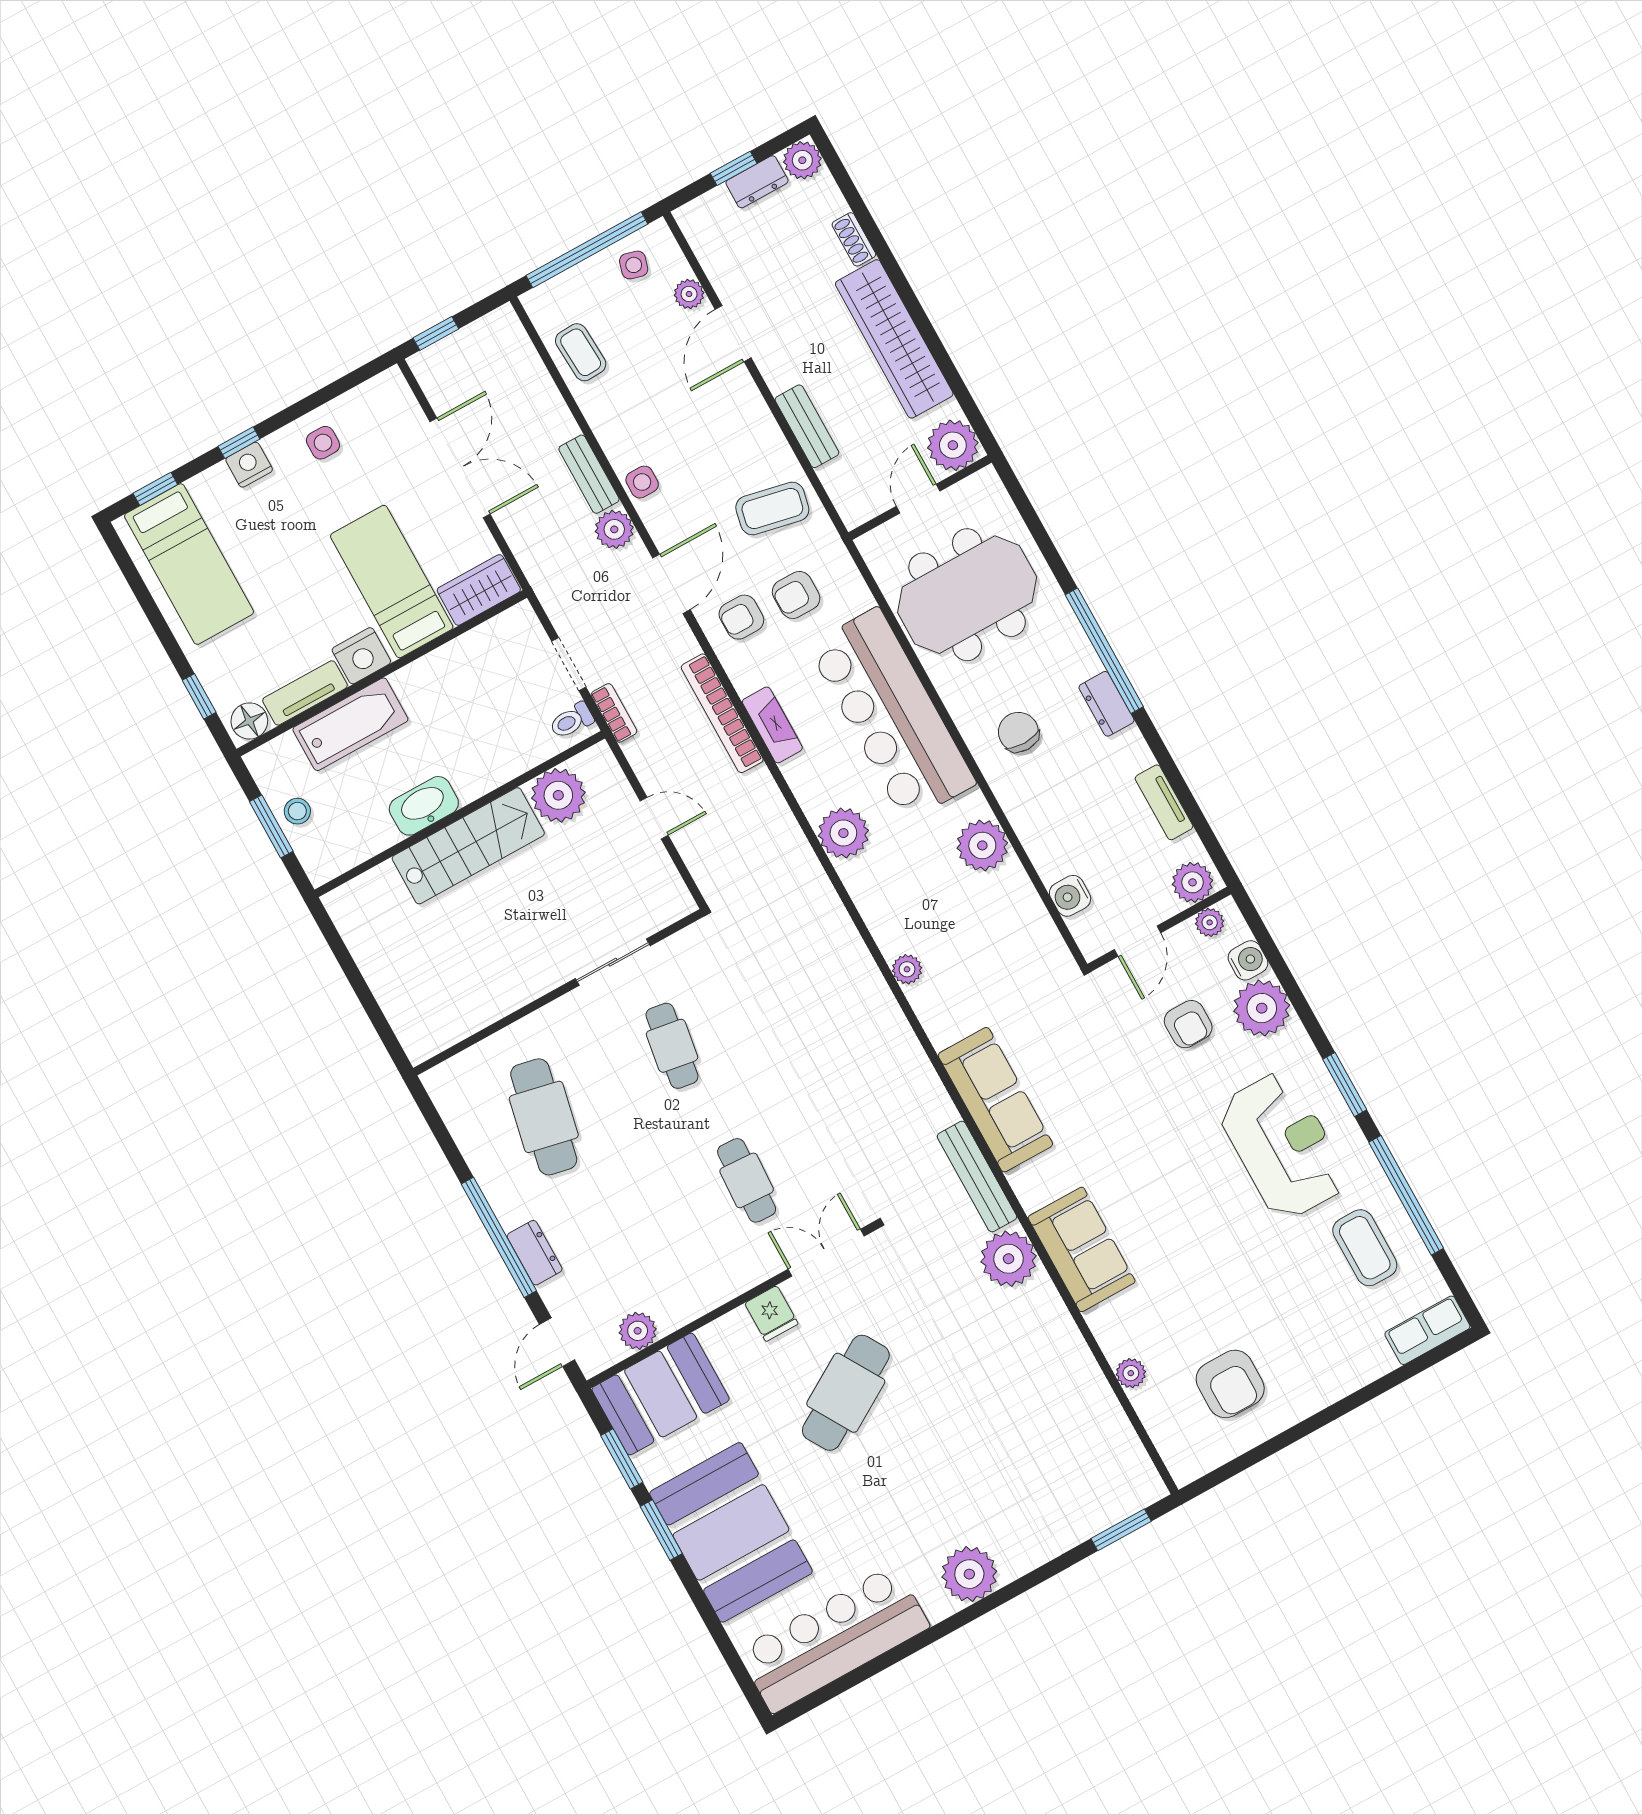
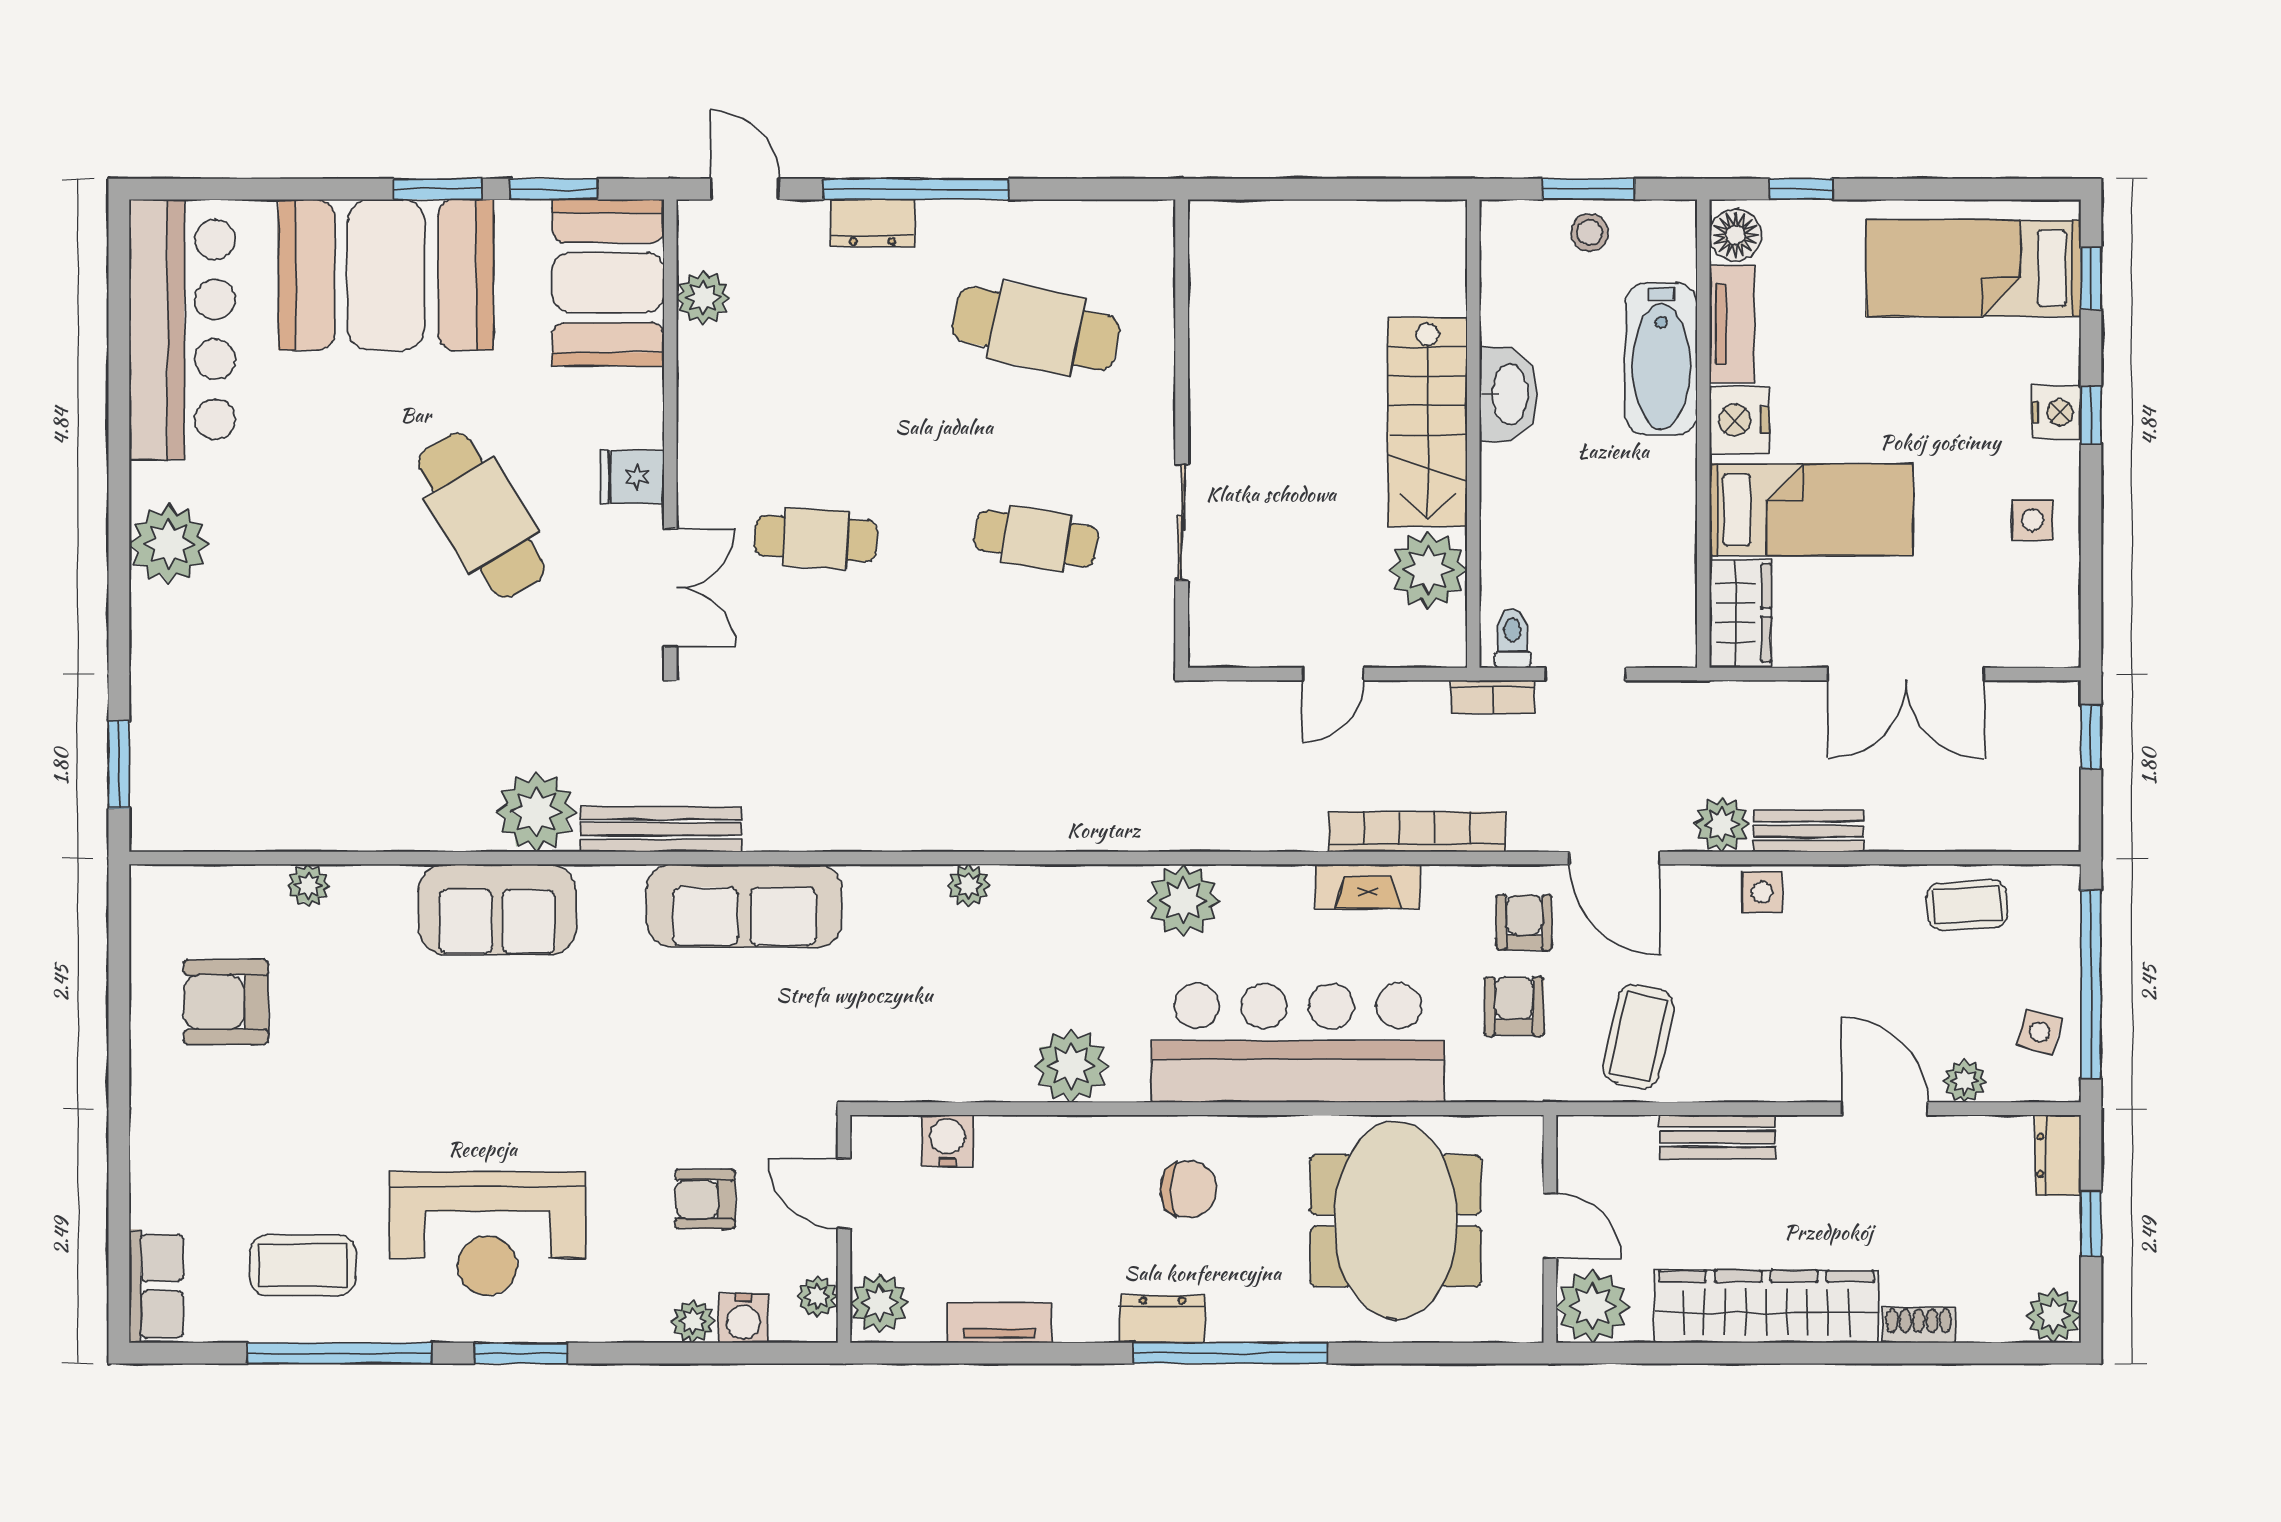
dresser: (757, 182) -> (2058, 1155), moved
plant: (1262, 1008) -> (693, 1321), width x0.53, depth x0.53

